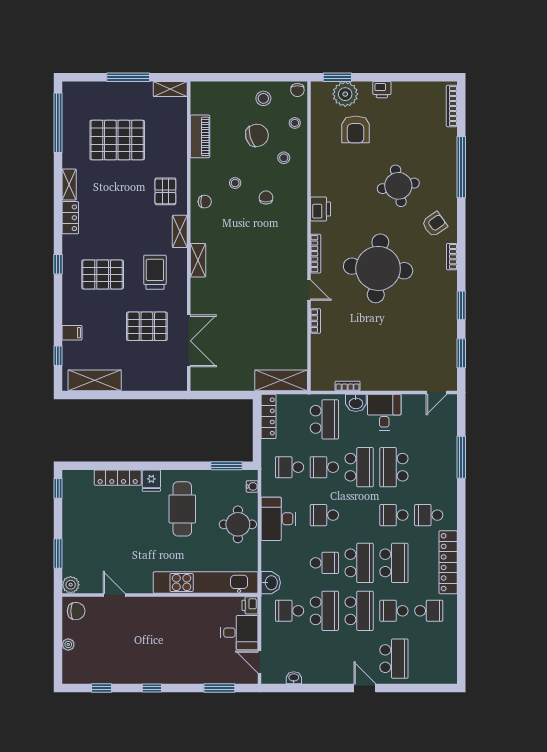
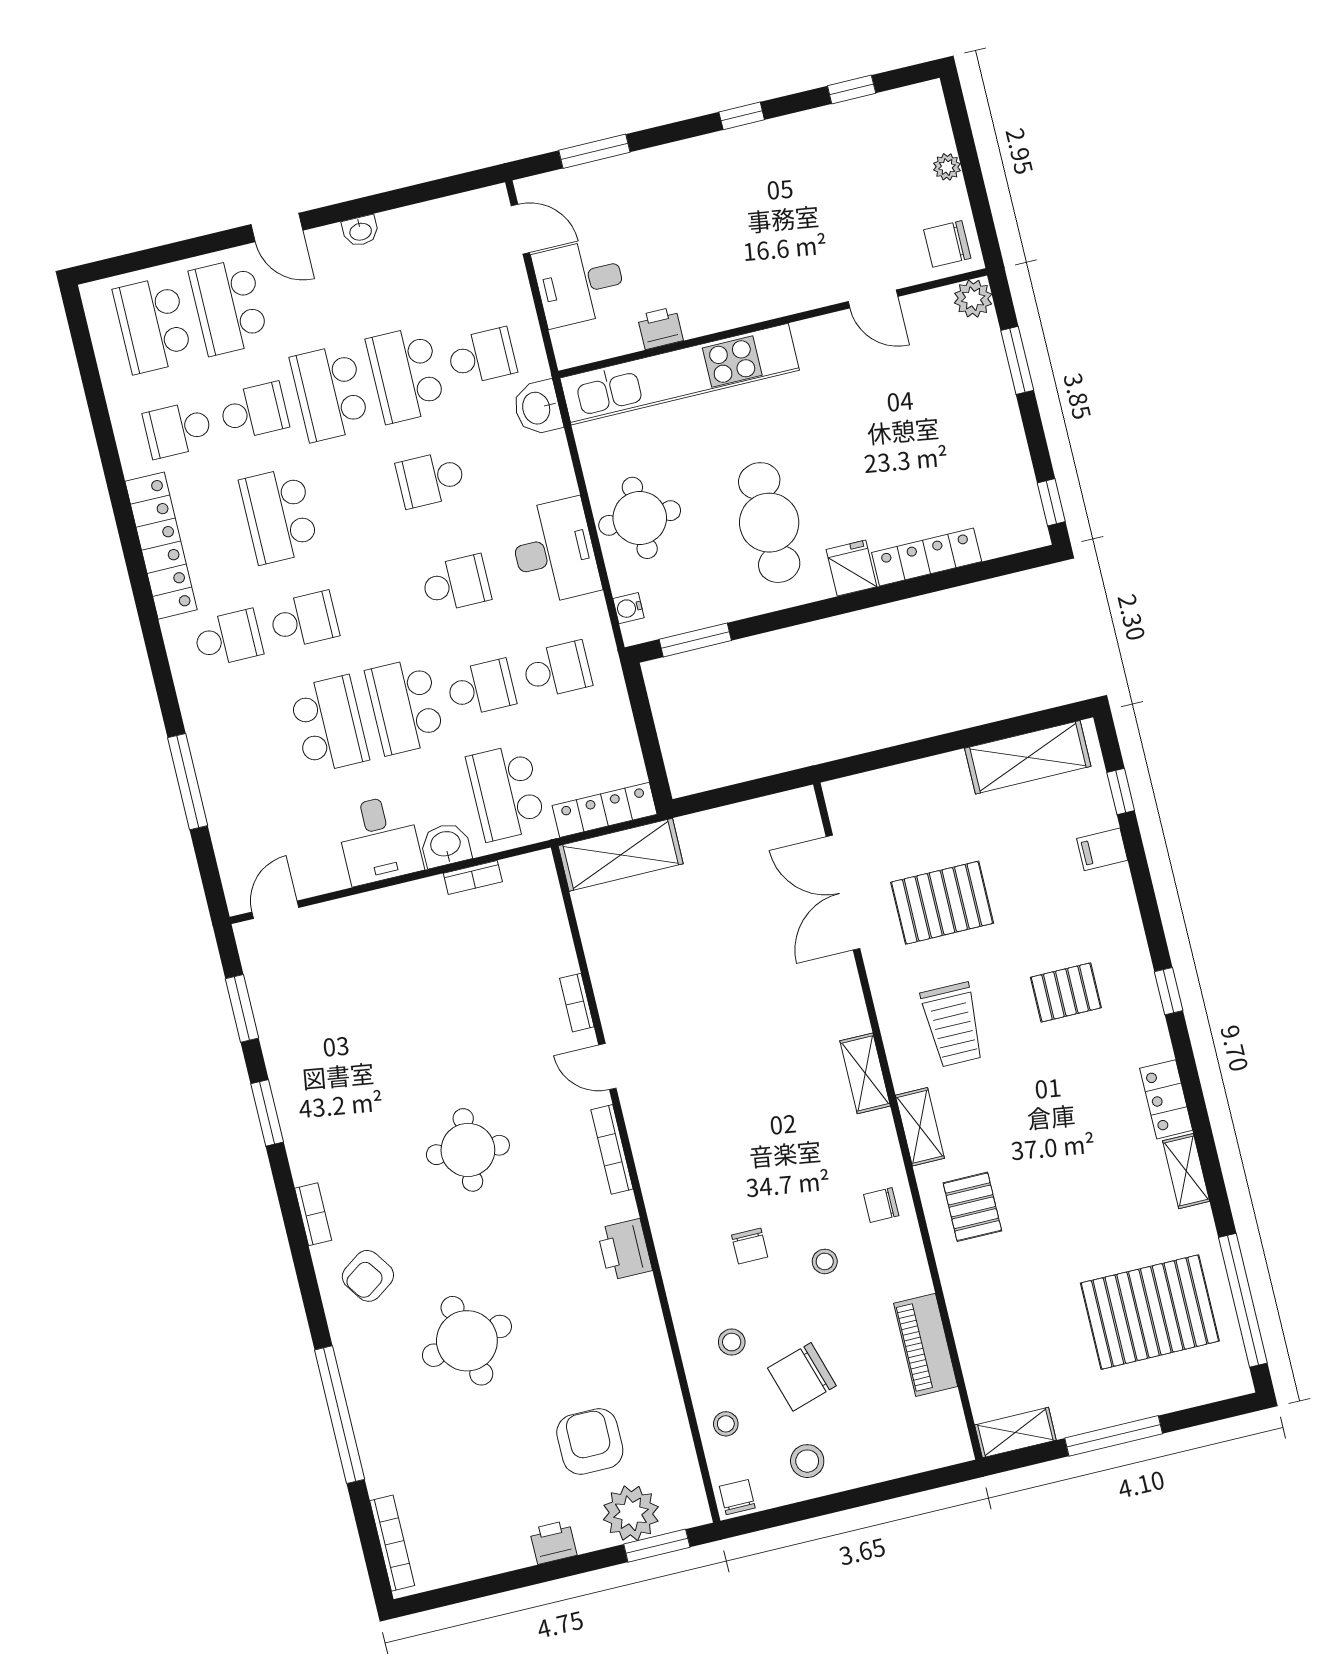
pallet: (117, 140) -> (1150, 1312), moved
round table: (378, 268) -> (468, 1150), width x0.54, depth x0.54
pallet: (103, 274) -> (1066, 992), width x0.67, depth x0.71
locker: (269, 416) -> (605, 810), moved, turned 90
school desk: (359, 563) -> (153, 325), moved
printer: (250, 605) -> (660, 328), moved, turned -90
washbasin: (294, 678) -> (360, 231), moved

